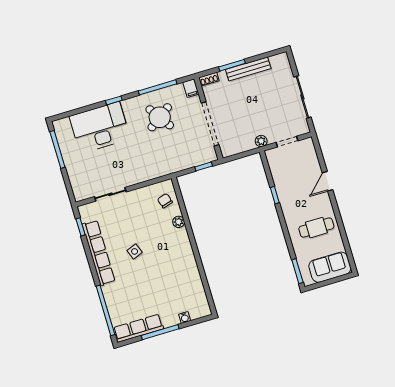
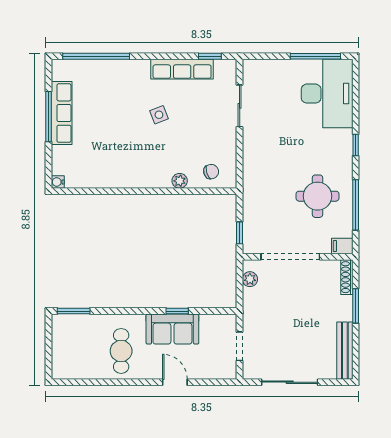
bench: (248, 69) -> (345, 351), moved
shoe rack: (209, 79) -> (347, 277), width x1.43
round table: (160, 117) -> (317, 196), turned 35
desk: (100, 127) -> (327, 94), moved
plant: (261, 141) -> (250, 279), moved
row of seats: (99, 253) -> (182, 69), width x0.73
sofa: (330, 267) -> (172, 329), moved, turned 90
water cooler: (185, 318) -> (58, 182), moved
row of seats: (138, 328) -> (62, 113), moved

